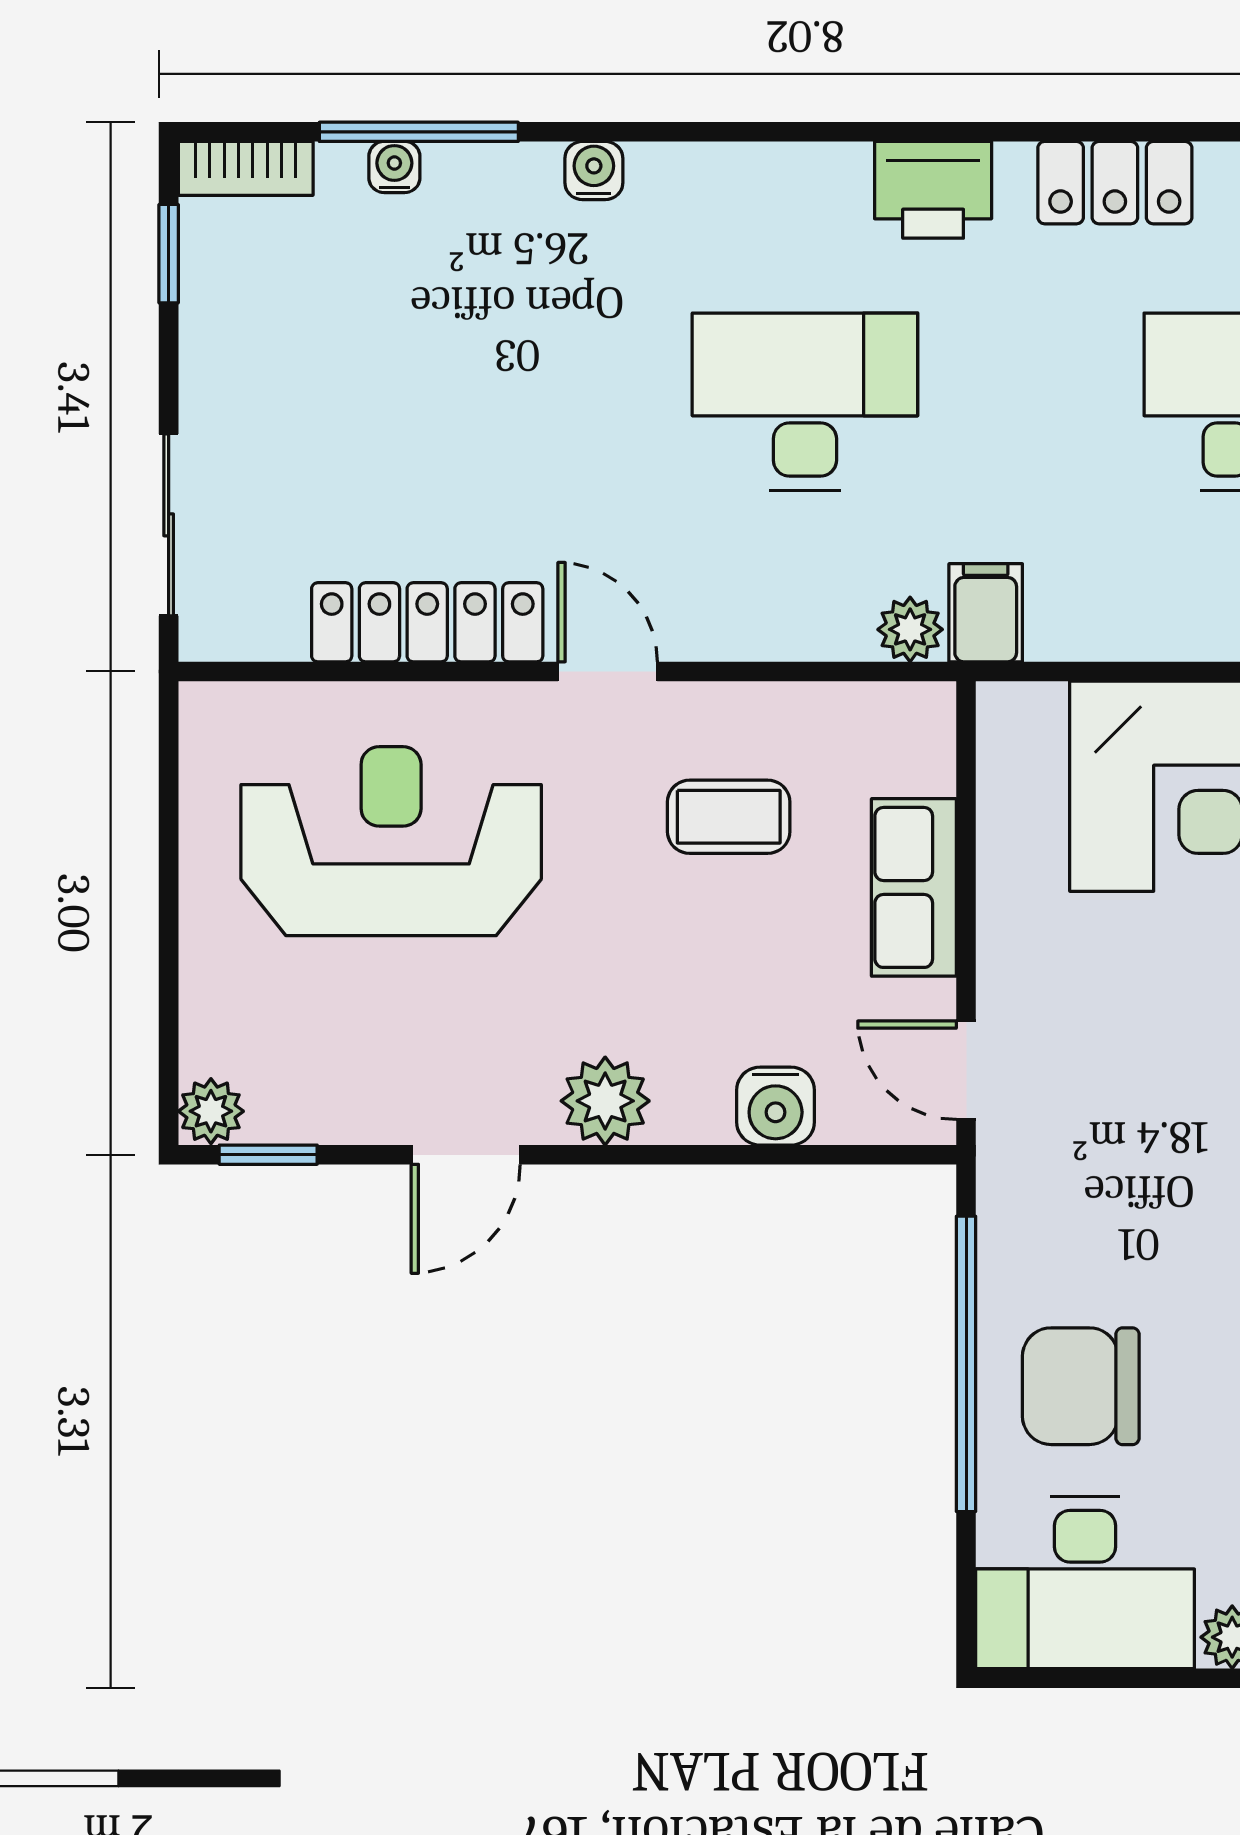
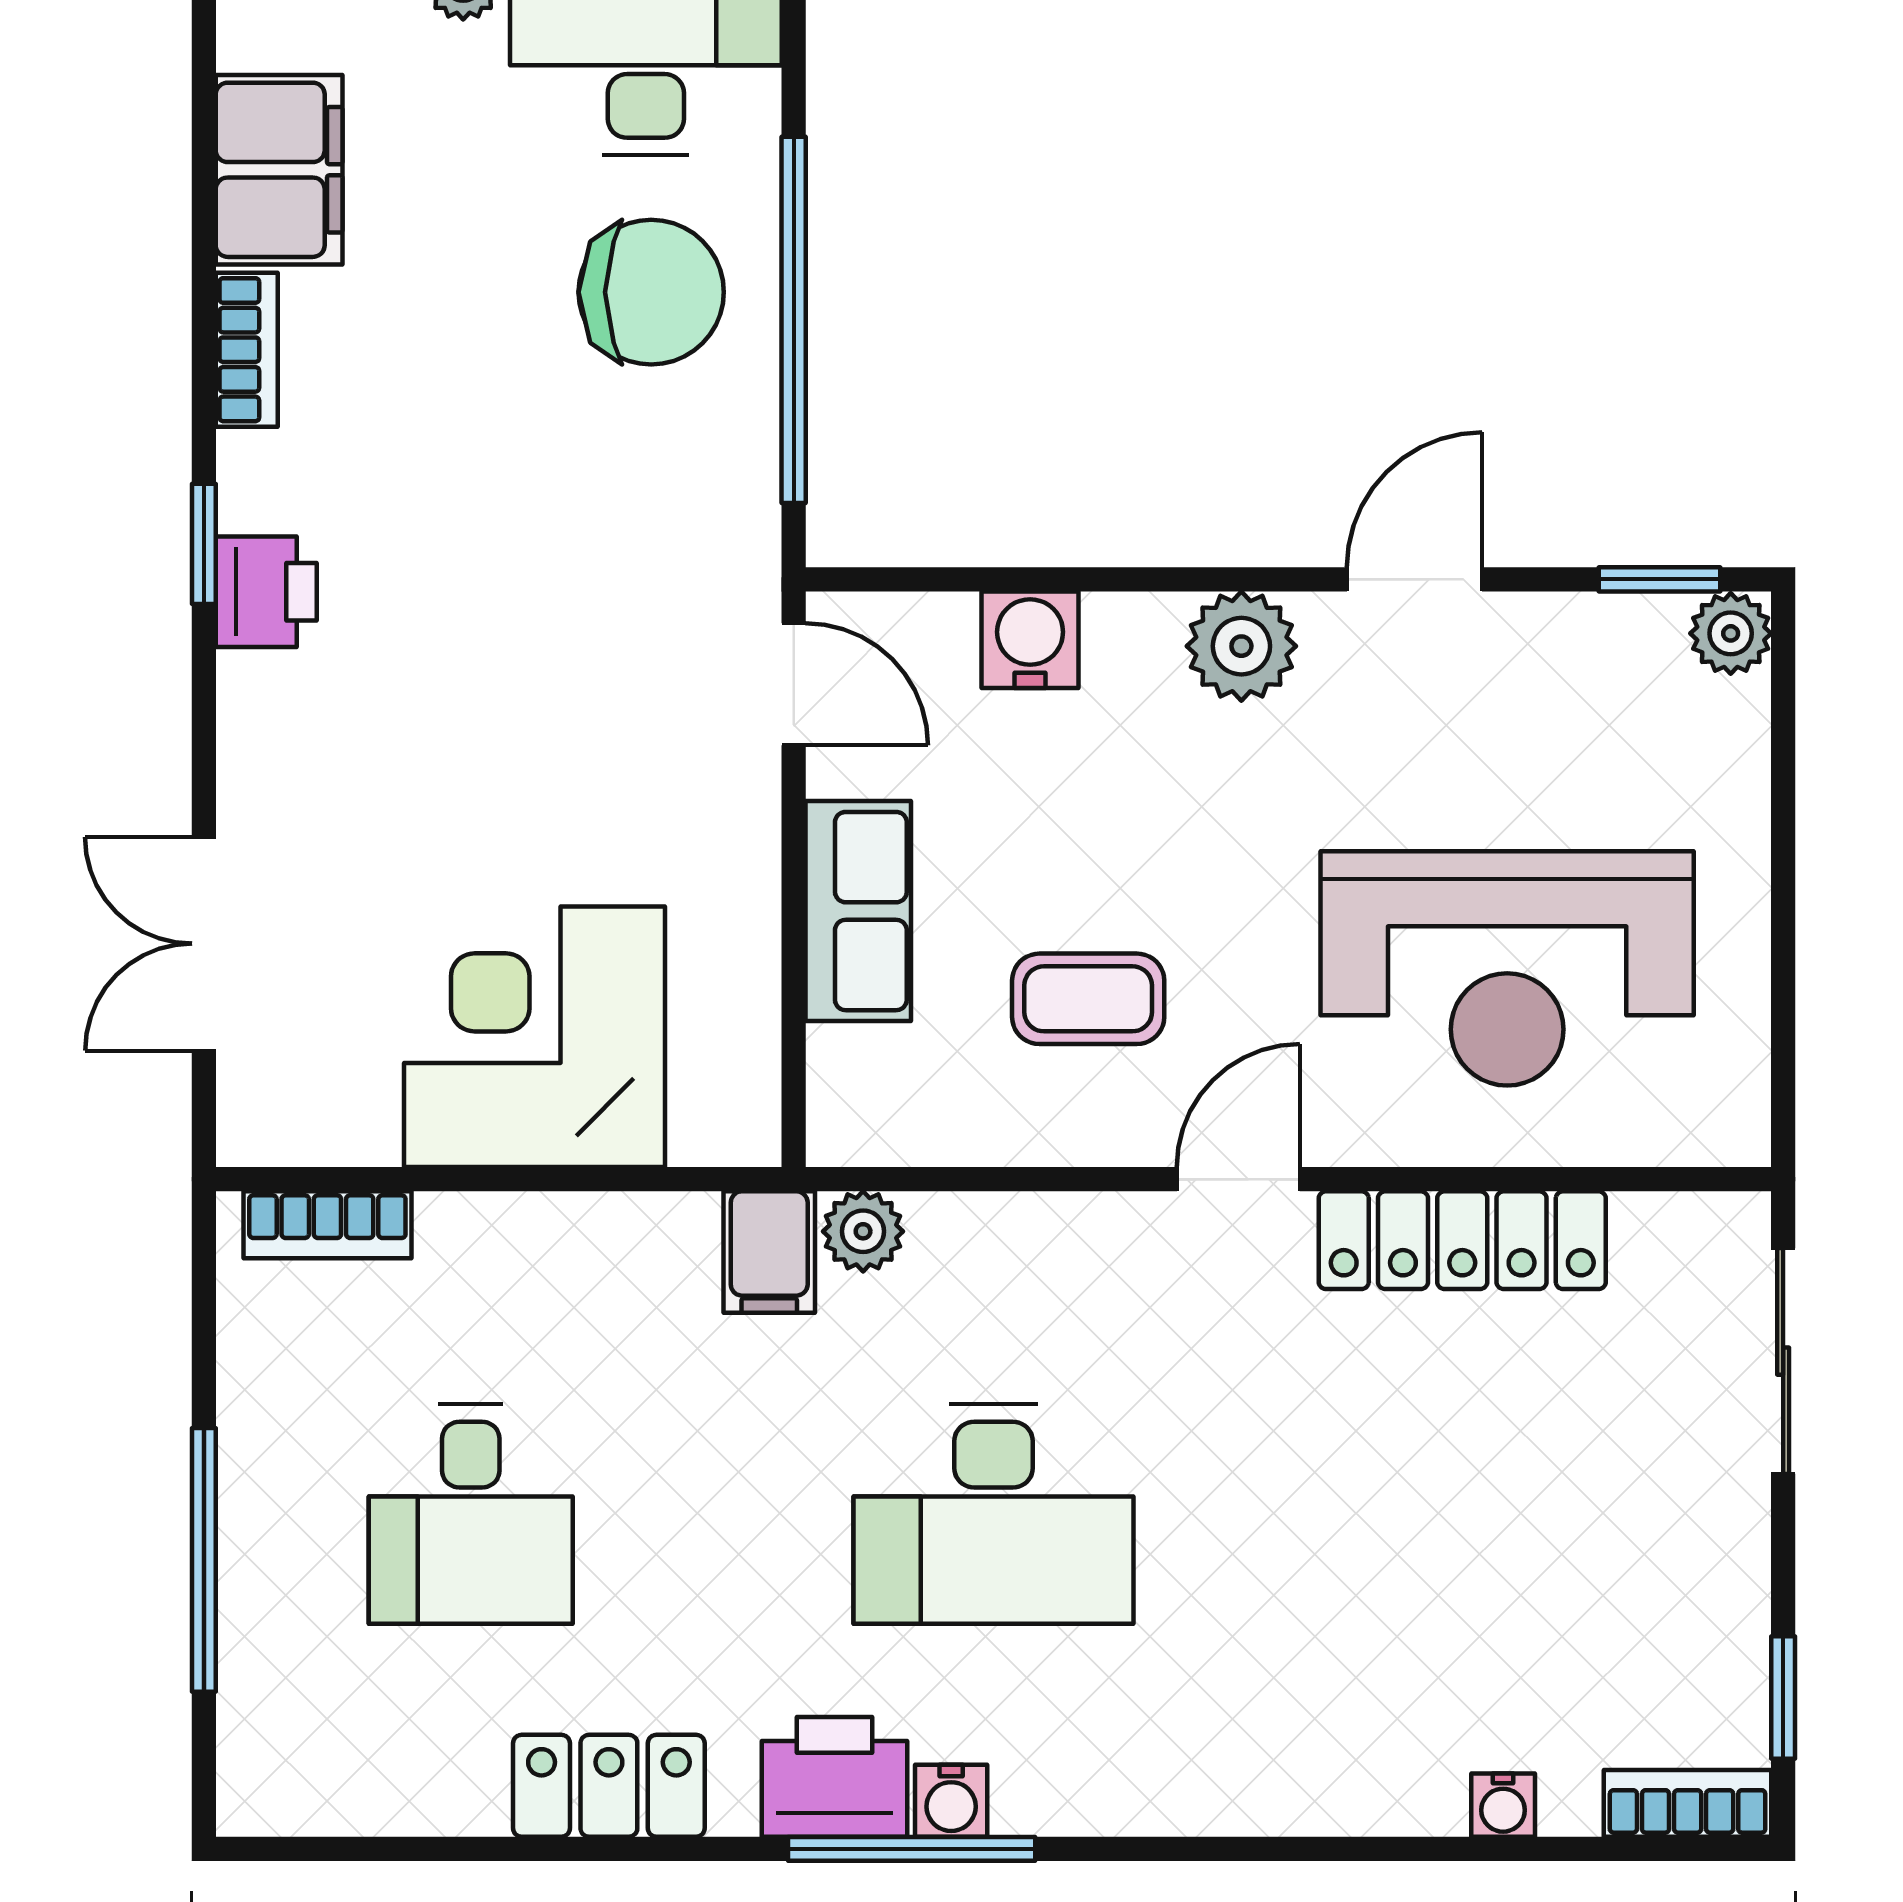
window: (419, 132) -> (912, 1849), moved
water cooler: (594, 171) -> (951, 1801), moved
door: (608, 671) -> (1238, 1179), swing flipped

